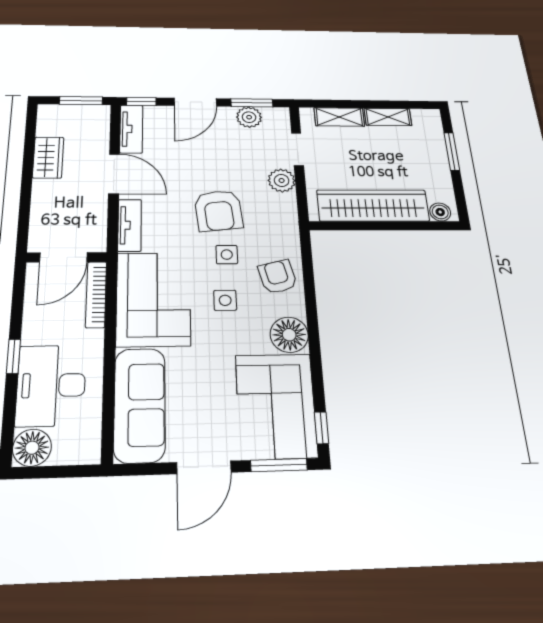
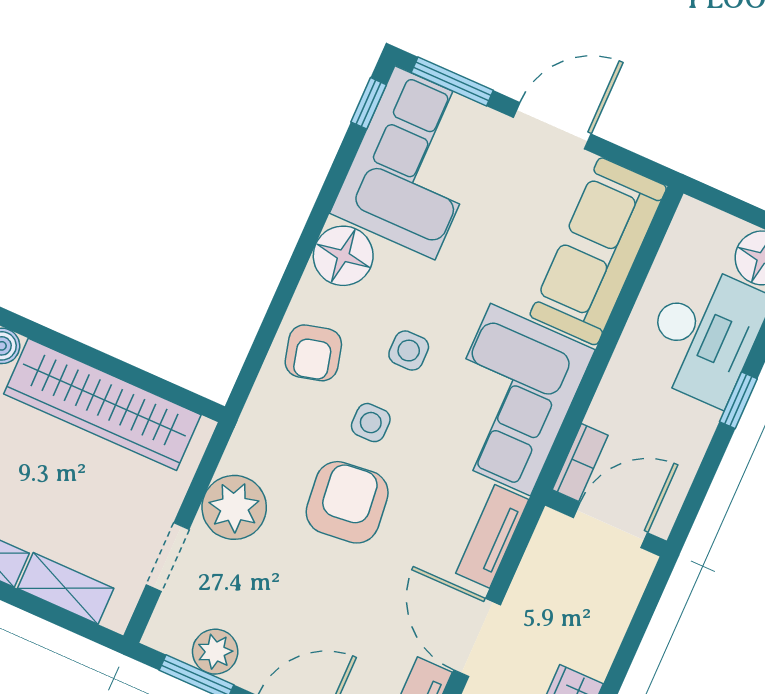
plant: (282, 180) -> (234, 507), width x1.36, depth x1.36
bookcase: (96, 294) -> (580, 463), width x0.64

